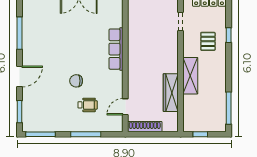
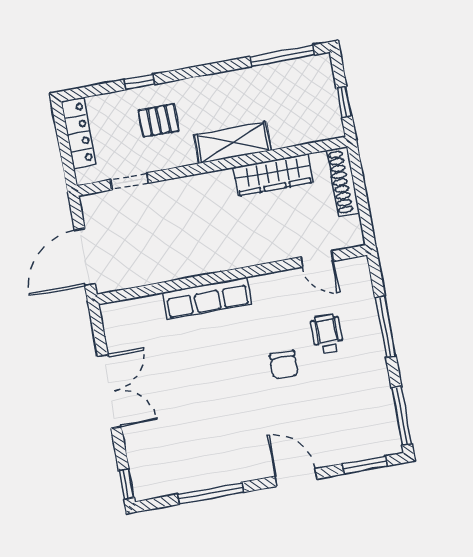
shoe rack: (145, 127) -> (343, 182), moved

